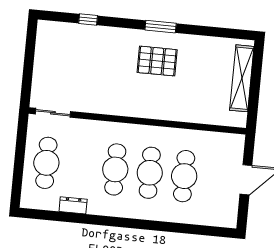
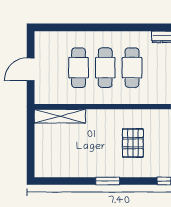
pallet: (157, 61) -> (133, 143), moved, turned 90
shelving: (242, 78) -> (60, 116), moved, turned 90

